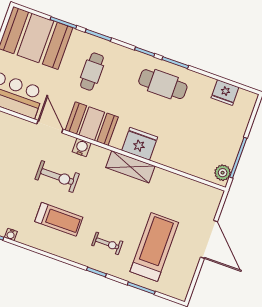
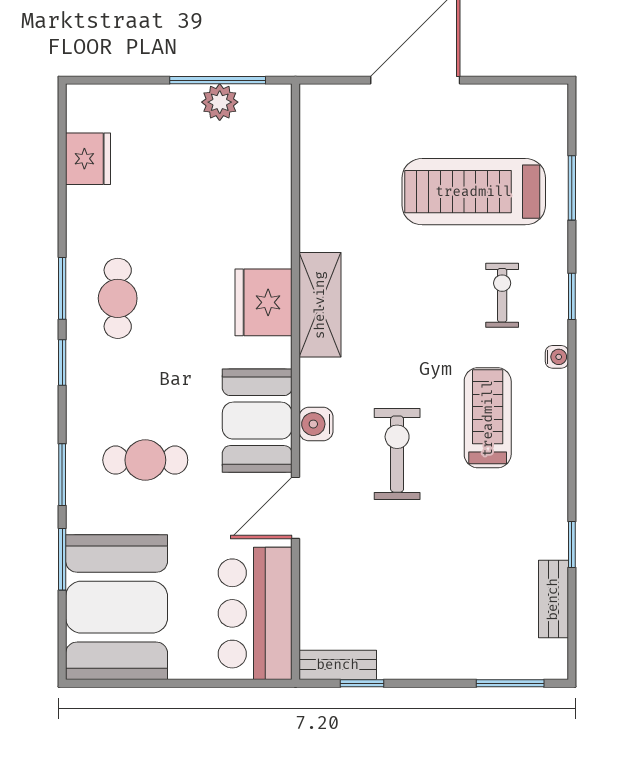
cafe table: (163, 84) -> (118, 298), width x0.73, depth x0.74
plant: (223, 173) -> (220, 102), moved
water cooler: (11, 234) -> (557, 357), moved

